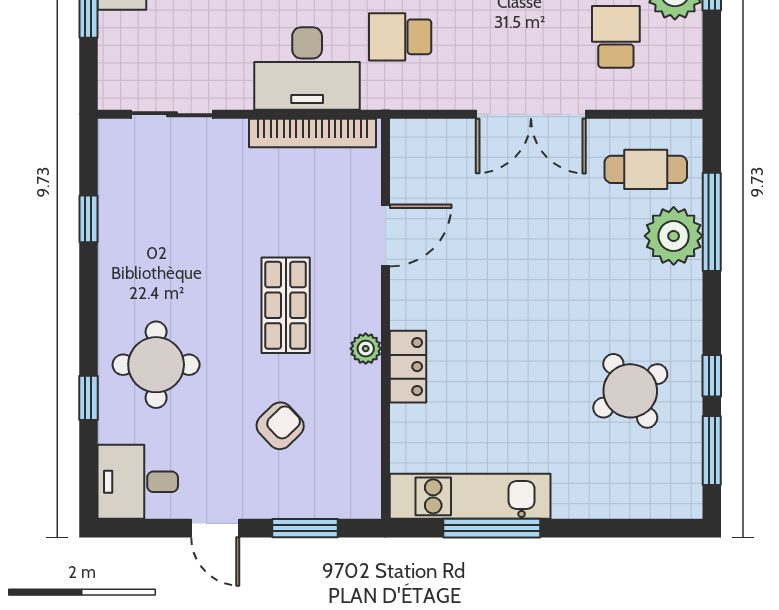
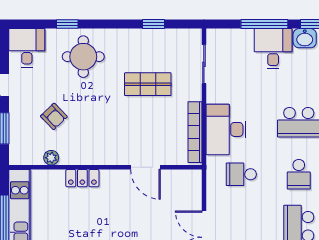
school desk: (400, 37) -> (241, 174), turned -90
shop shelf: (286, 305) -> (148, 84), moved
plant: (366, 349) -> (51, 158), moved

